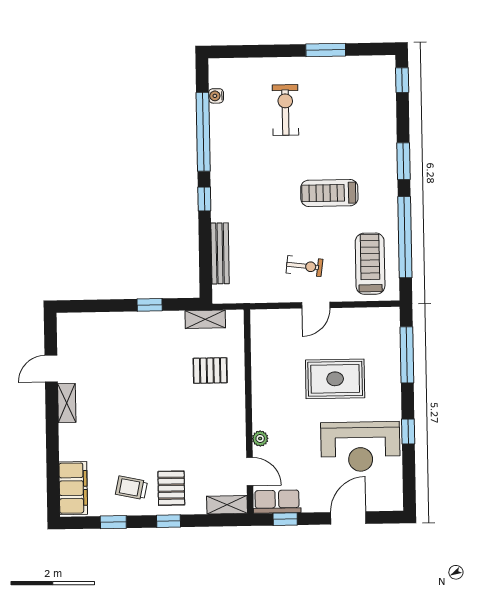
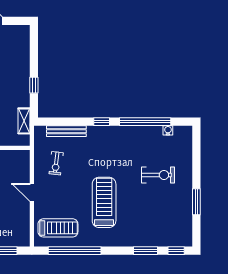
window: (403, 161) -> (146, 251), moved
treadmill: (329, 193) -> (104, 202), width x1.37, depth x1.38
exercise bike: (304, 266) -> (56, 163), moved

